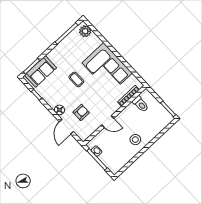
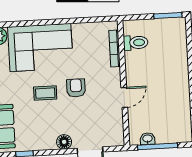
corner sofa: (107, 68) -> (40, 48), moved
armchair: (81, 112) -> (76, 88), moved
stool: (135, 140) -> (172, 83), removed

